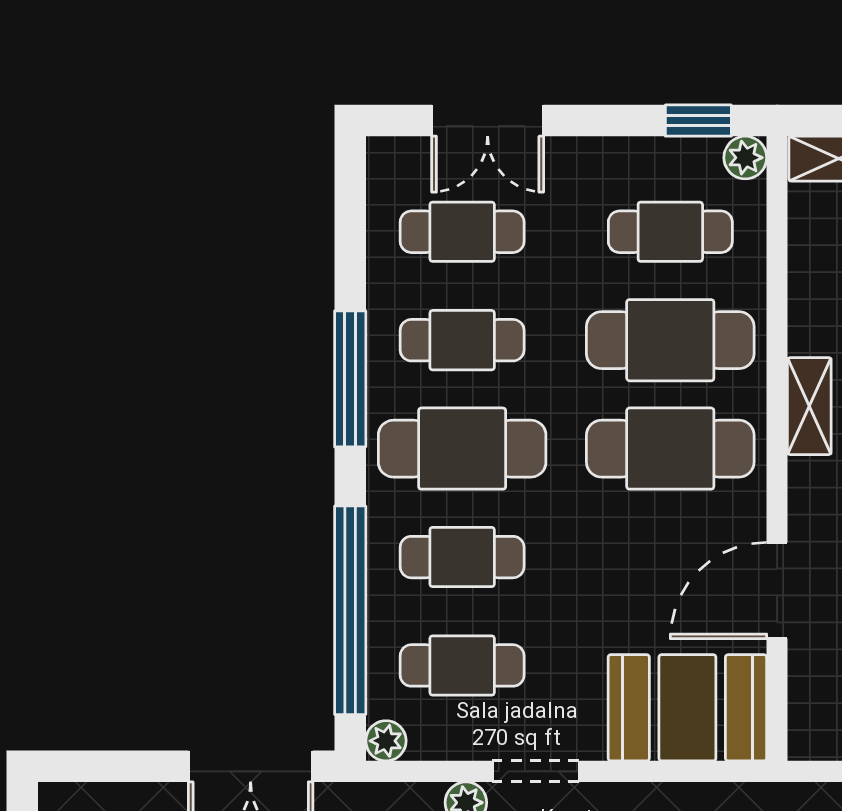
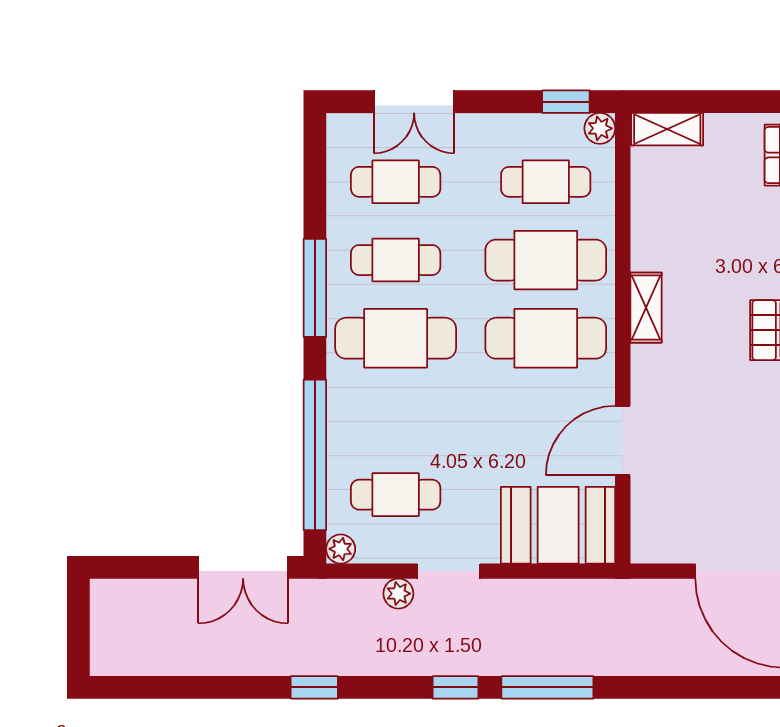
cafe table: (462, 557) -> (396, 416), removed

